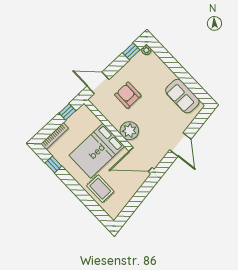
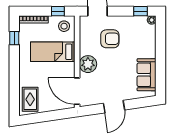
armchair: (128, 95) -> (110, 39), turned 90
stool: (83, 119) -> (64, 26), added
bed: (97, 151) -> (53, 52), width x0.67
rug: (100, 189) -> (30, 99), moved

